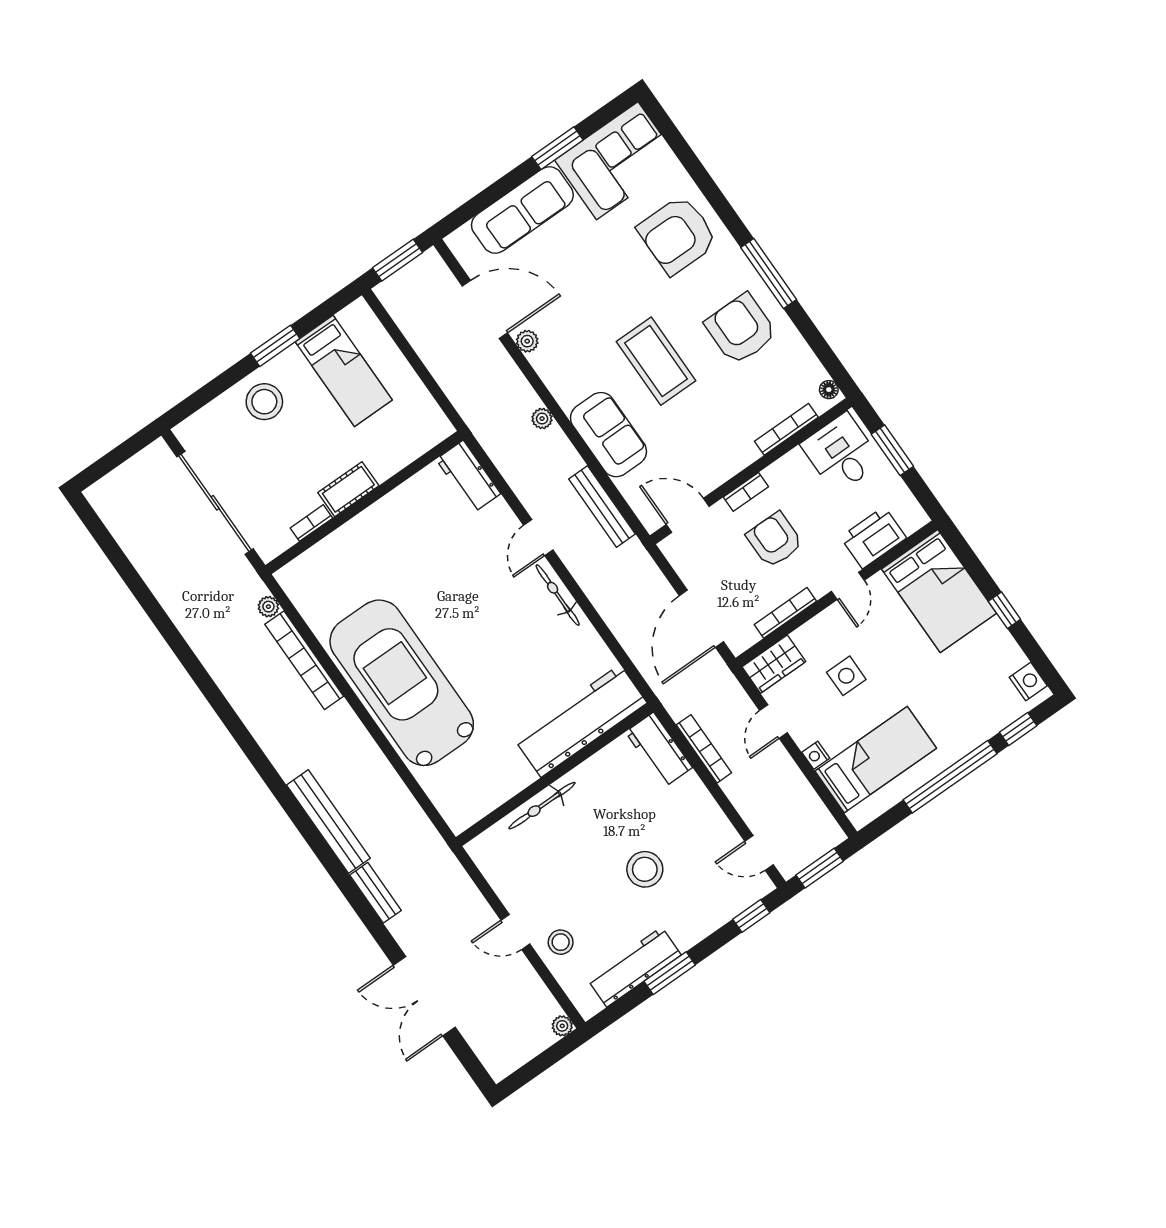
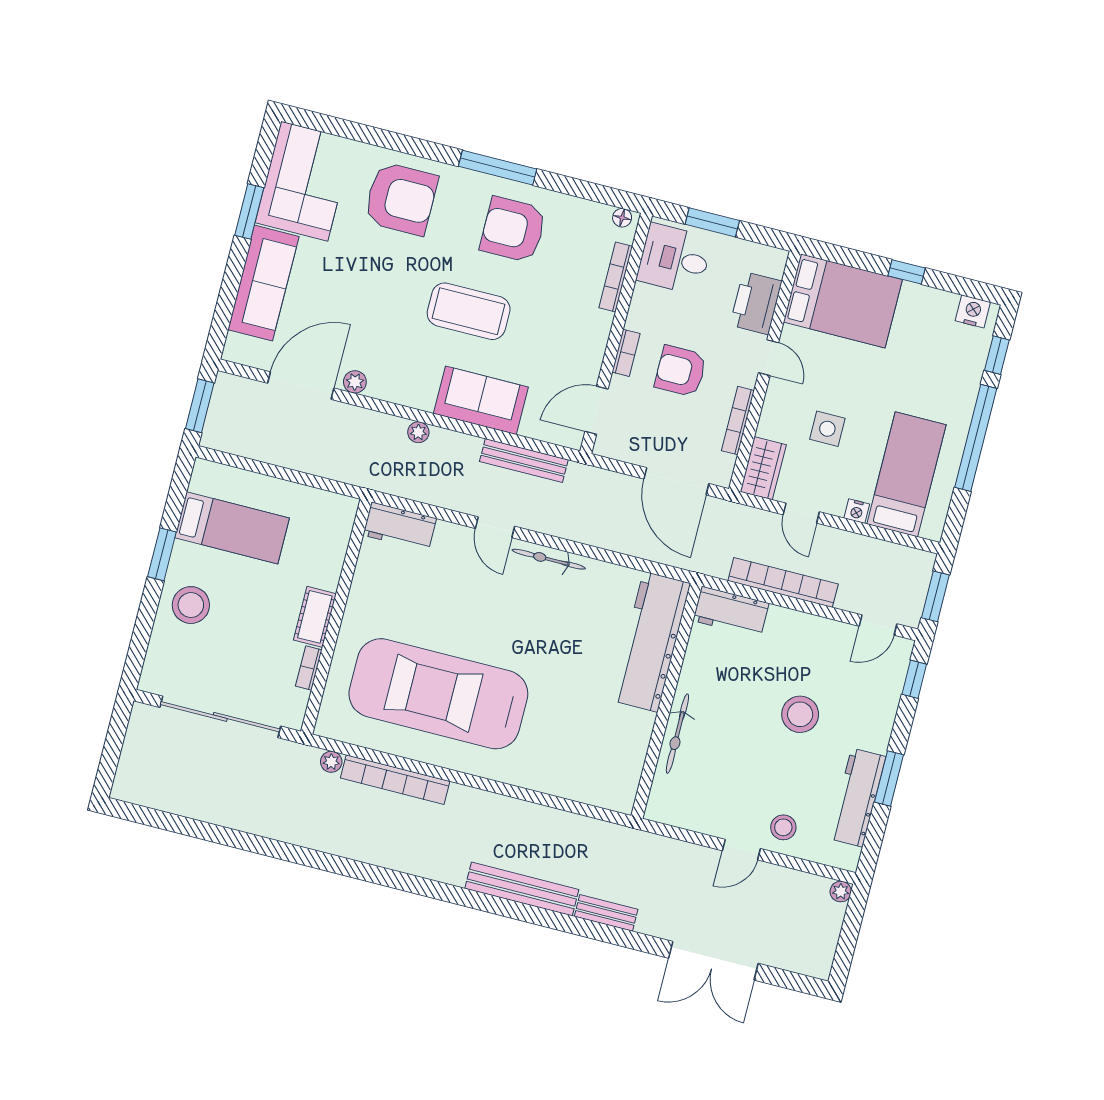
armchair: (677, 235) -> (401, 199), turned -90
car: (402, 683) -> (438, 694), moved
bookcase: (704, 749) -> (783, 582), width x1.48, depth x1.31

